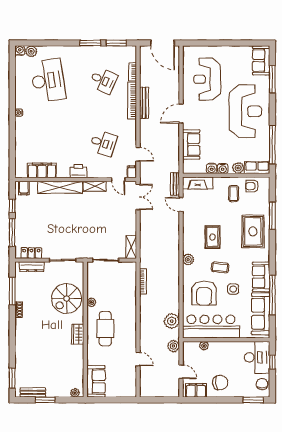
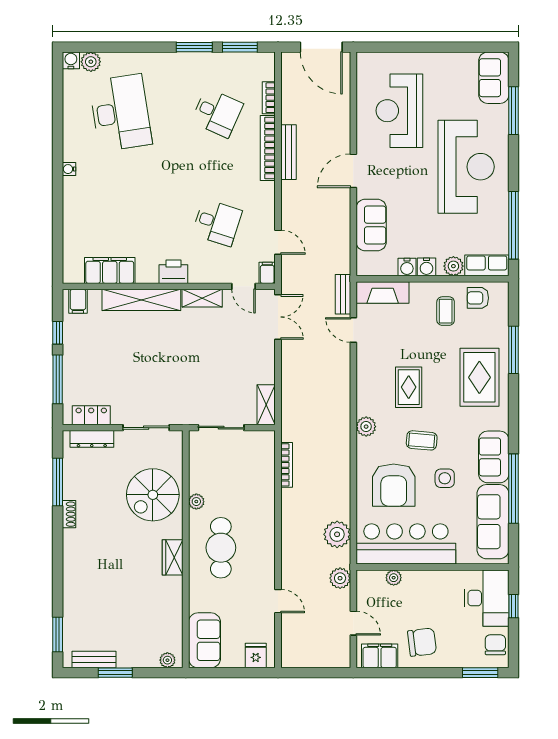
fridge: (125, 390) -> (256, 655), added

